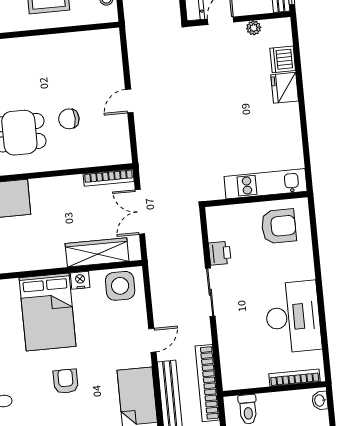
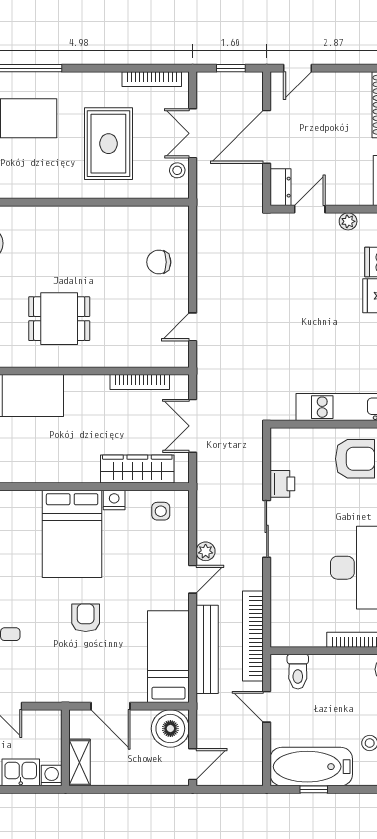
door: (129, 101) -> (193, 327), moved
chair: (69, 119) -> (159, 262), moved
bookcase: (109, 178) -> (140, 382), moved
side table: (120, 286) -> (161, 511), width x0.54, depth x0.54
plant: (161, 316) -> (206, 551), added

